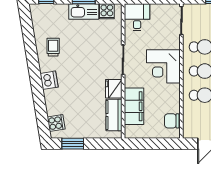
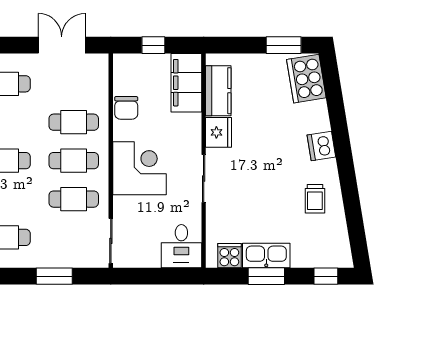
filing cabinet: (134, 106) -> (186, 83), moved
chair: (172, 121) -> (126, 108), moved, turned 90
cooker: (56, 123) -> (306, 79), width x1.87, depth x1.31
window: (155, 144) -> (153, 45), added

